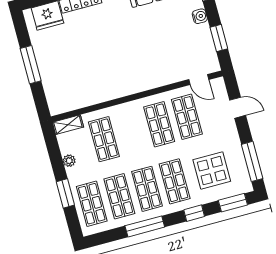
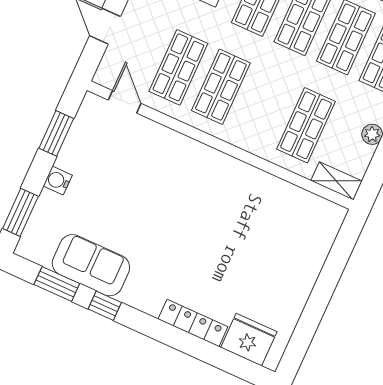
window: (31, 65) -> (321, 295), removed

